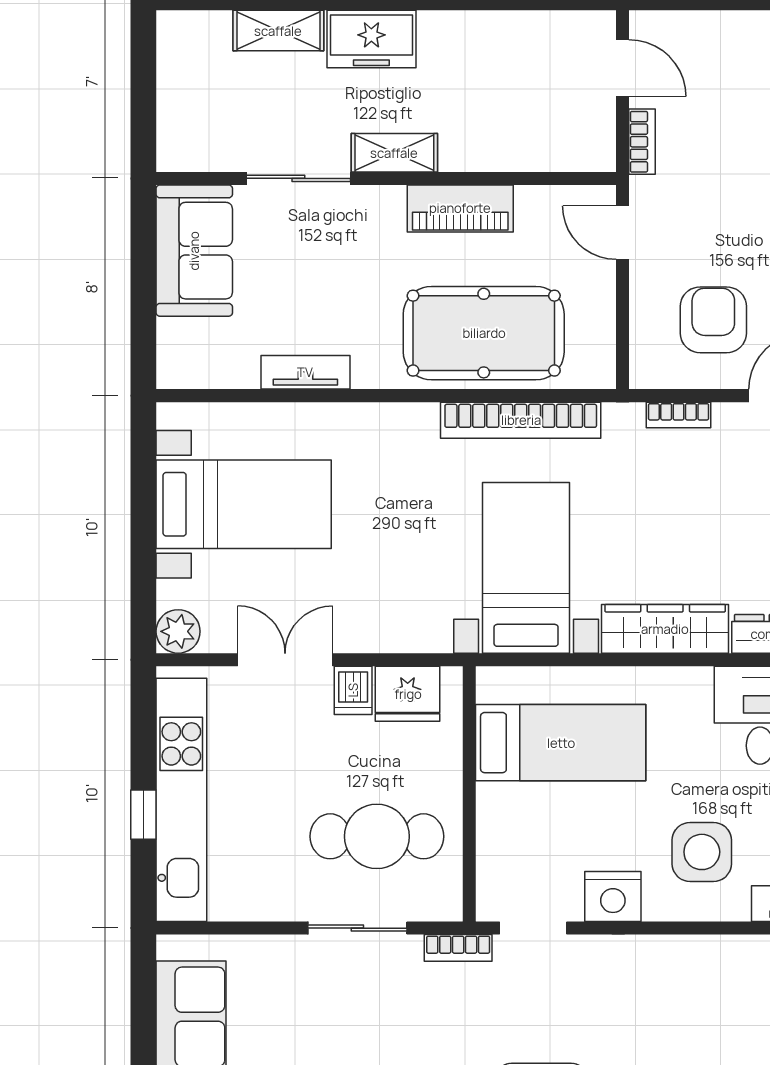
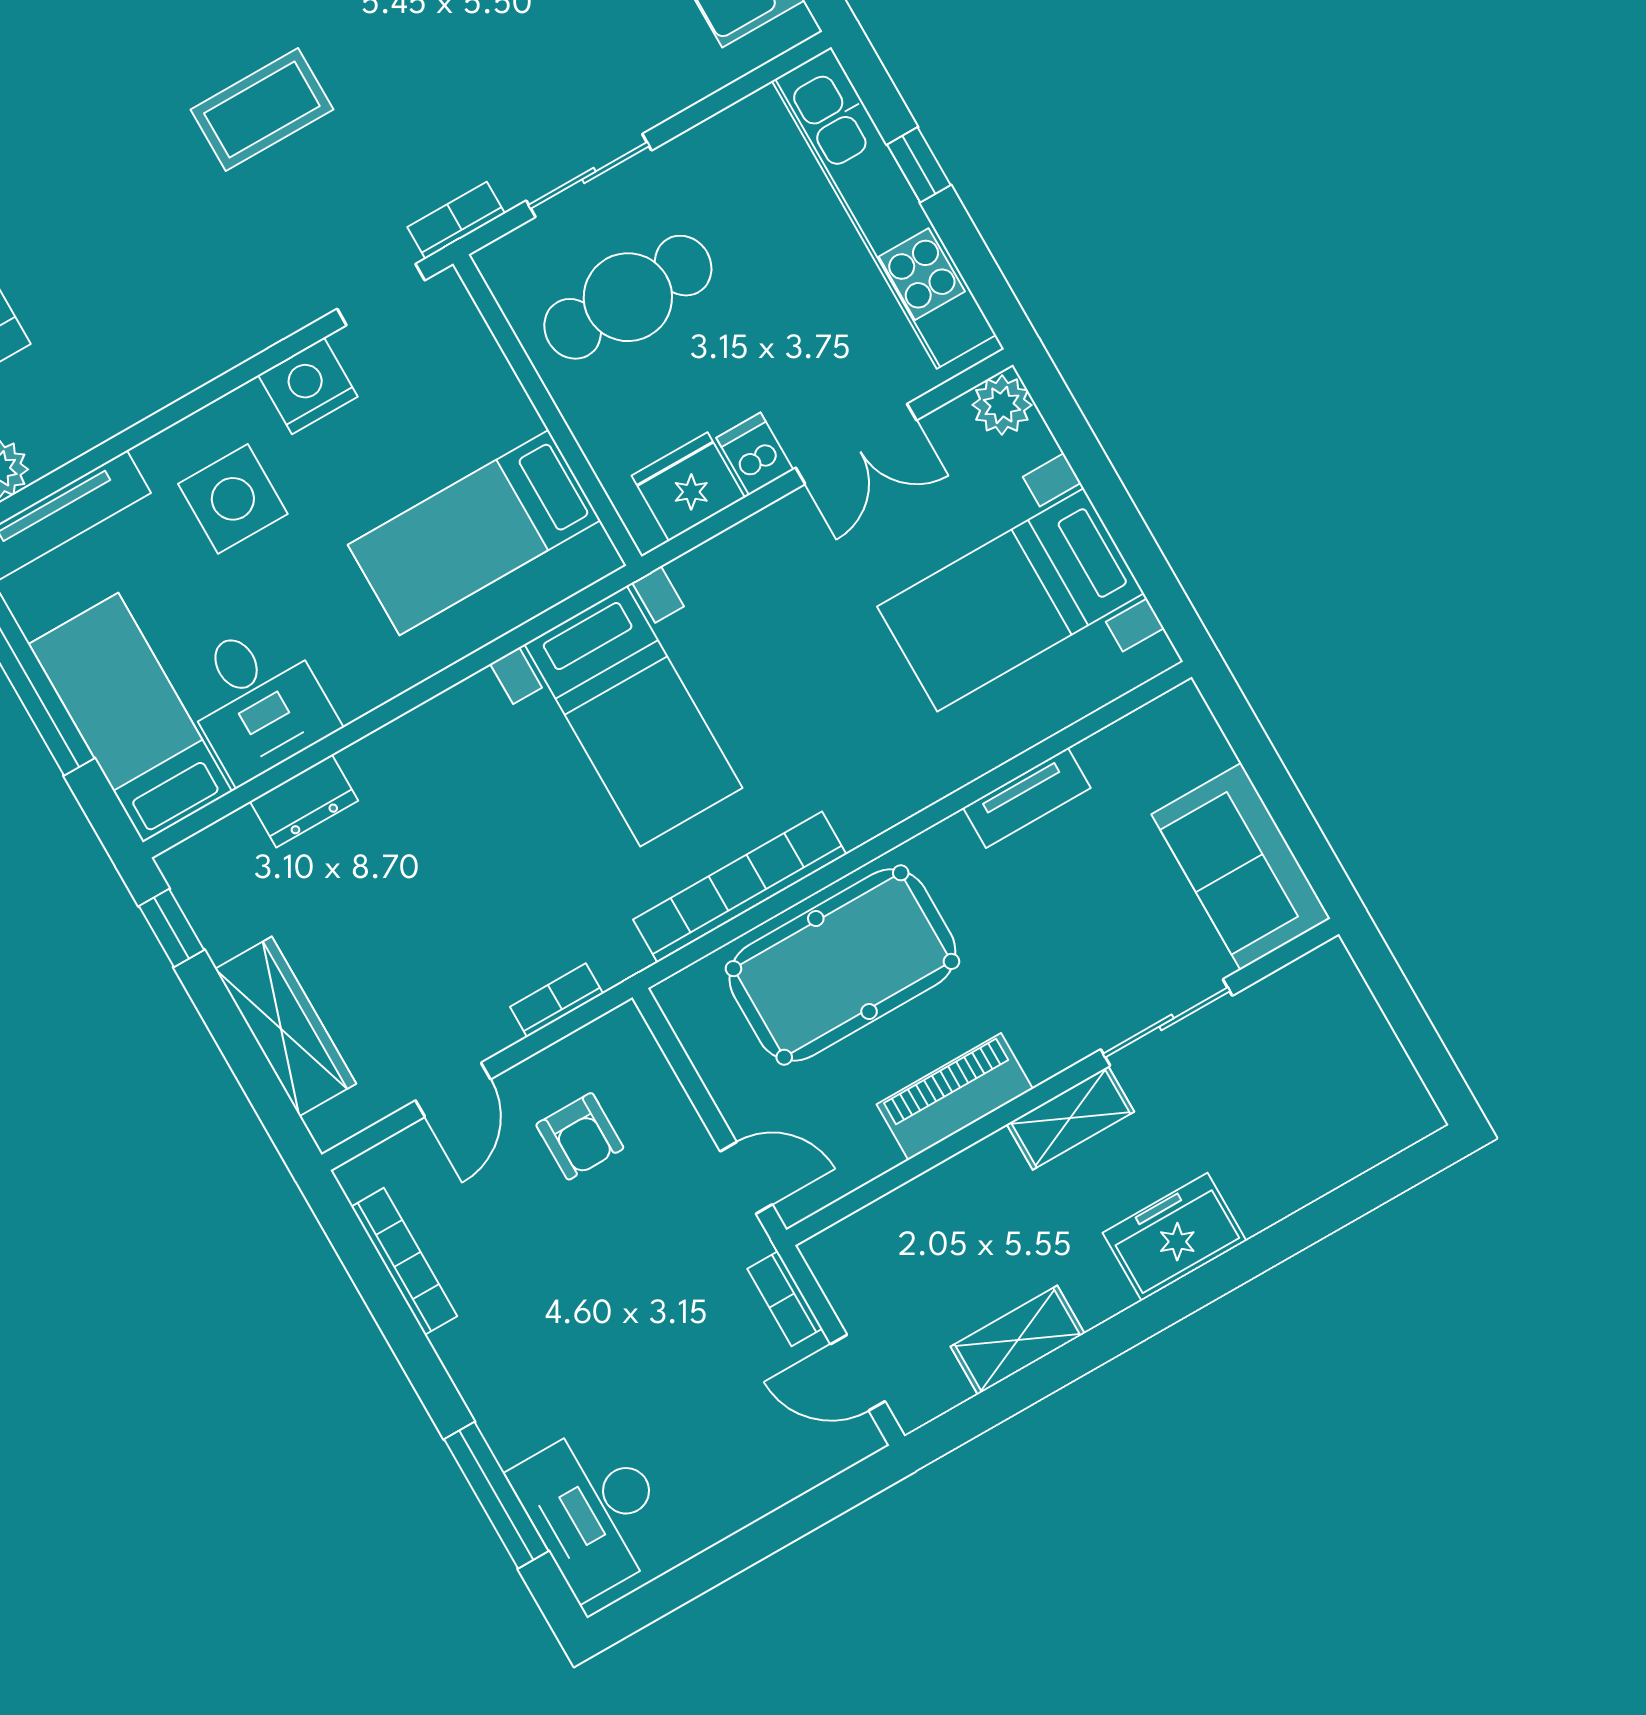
shelving: (278, 31) -> (1018, 1340), moved
armchair: (713, 320) -> (580, 1136), width x0.72, depth x0.72
wardrobe: (665, 629) -> (428, 738), removed

